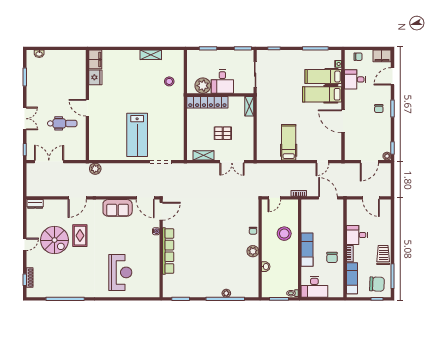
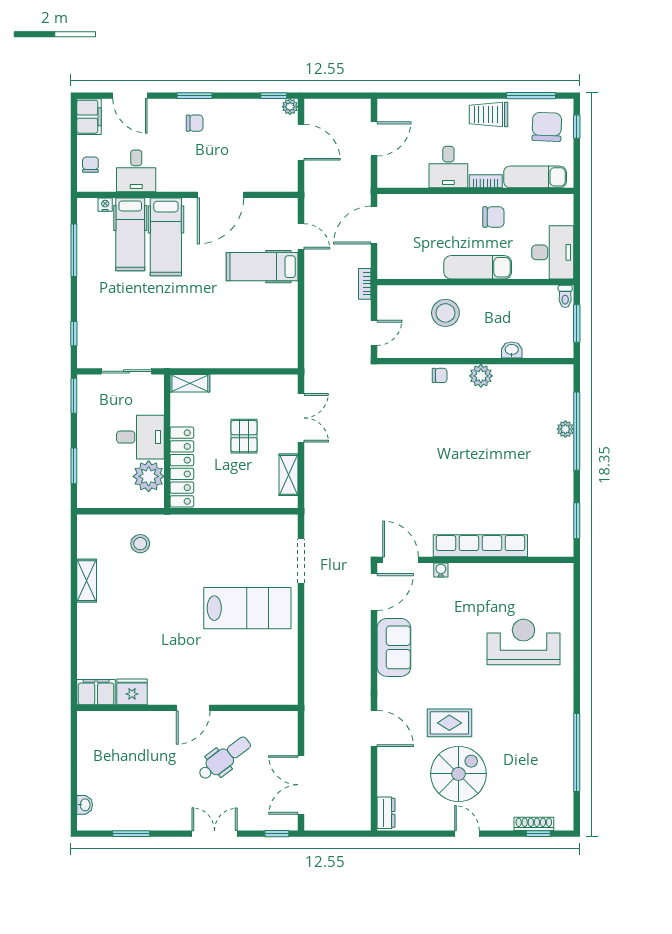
dental chair: (62, 123) -> (224, 758), turned 53
hospital bed: (289, 142) -> (262, 267), moved
plant: (95, 169) -> (315, 692), removed
door: (274, 198) -> (374, 333), hinge flipped

